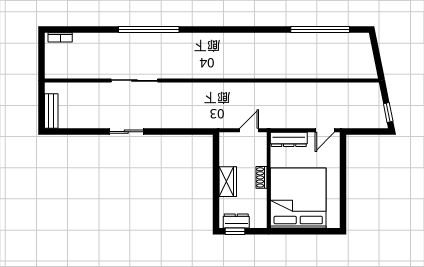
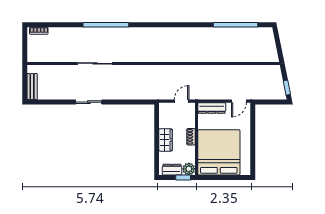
plant: (258, 220) -> (189, 169), added
window: (235, 231) -> (183, 177), moved

